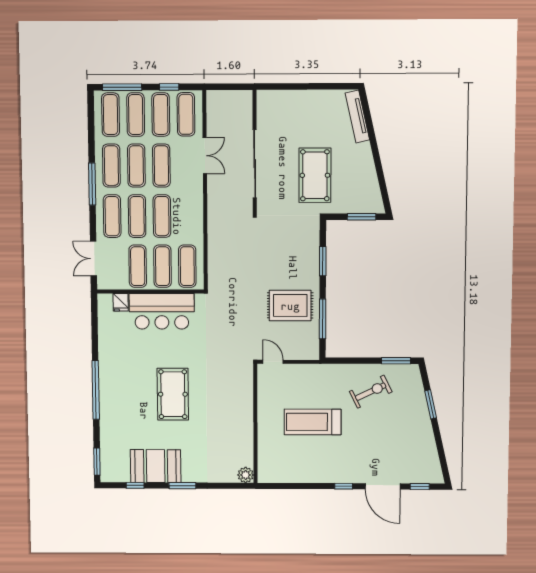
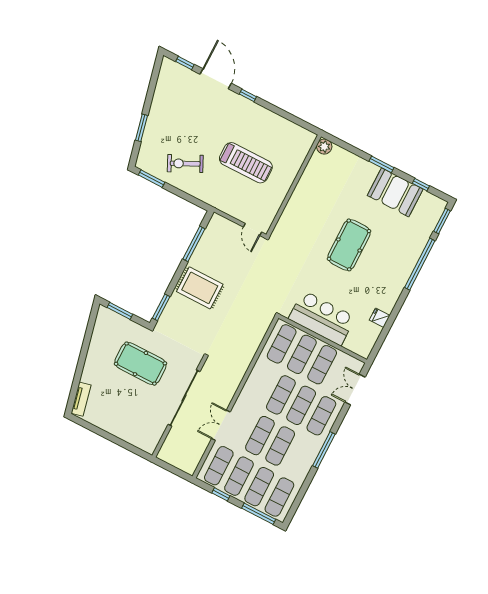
tv unit: (357, 116) -> (81, 399), width x0.71
exercise mat: (111, 166) -> (300, 456), removed
pool table: (315, 175) -> (140, 364), turned 90
double door: (93, 259) -> (355, 390), swing flipped
window: (323, 261) -> (161, 307), moved
fridge: (121, 302) -> (380, 318), moved, turned -90
rug: (290, 306) -> (200, 288), moved
window: (96, 390) -> (420, 264), moved

